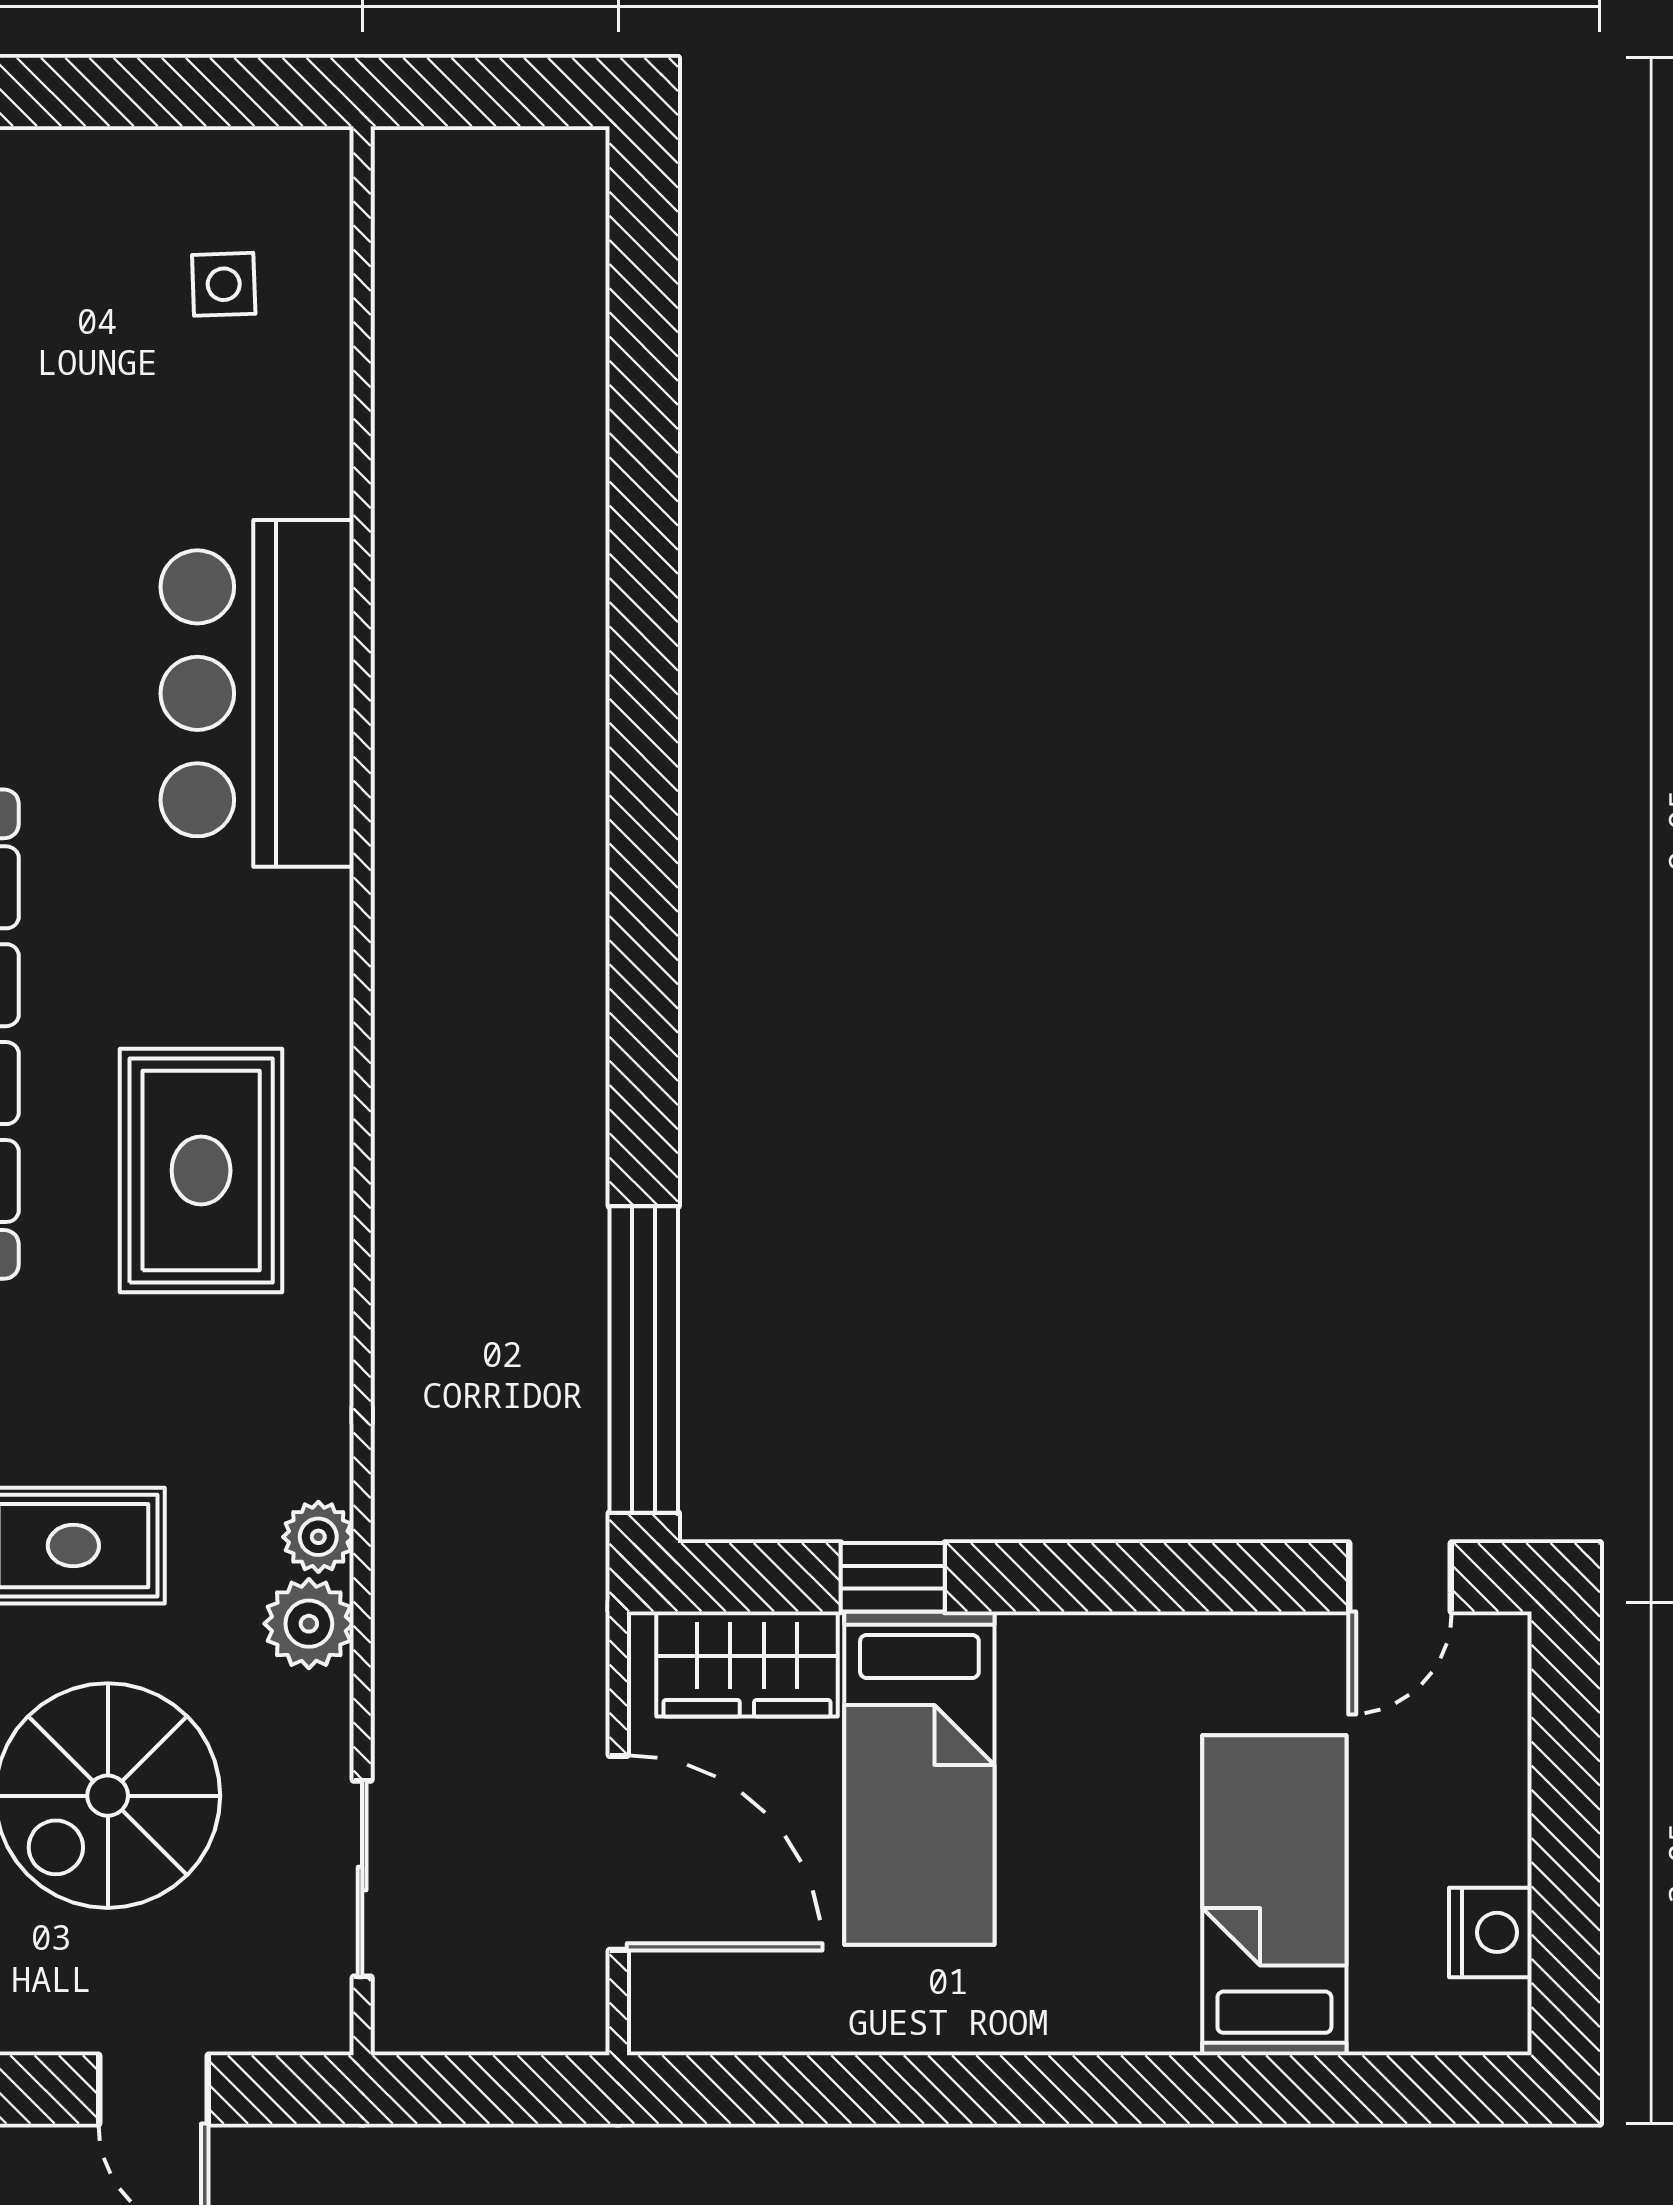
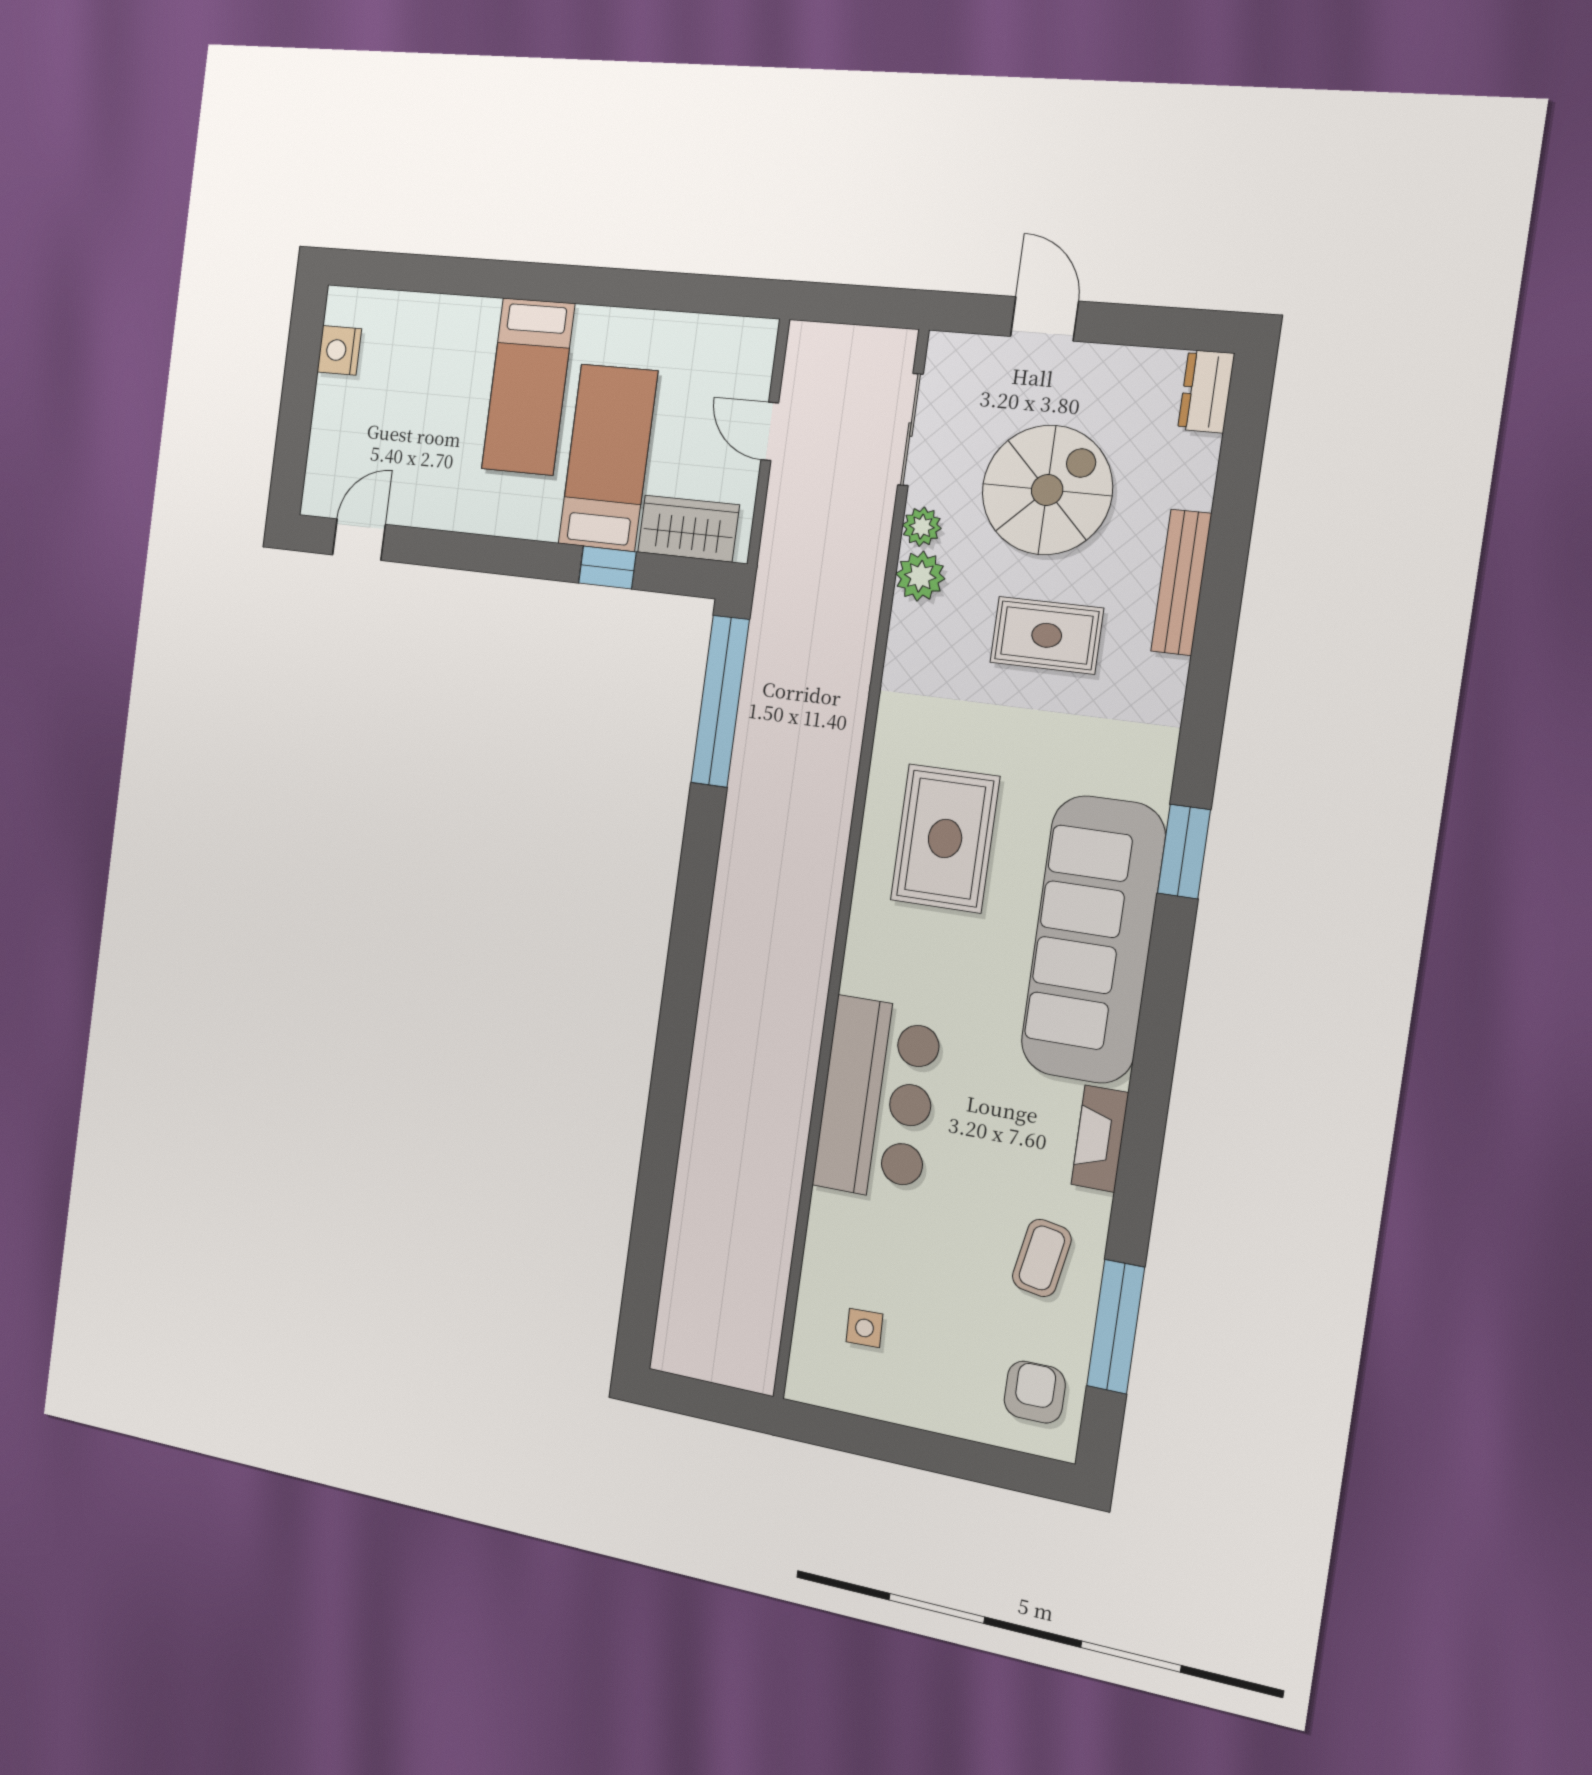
plant: (318, 1537) -> (922, 527), moved
door: (618, 1853) -> (770, 431), width x0.53
bed: (1274, 1895) -> (528, 386), moved

